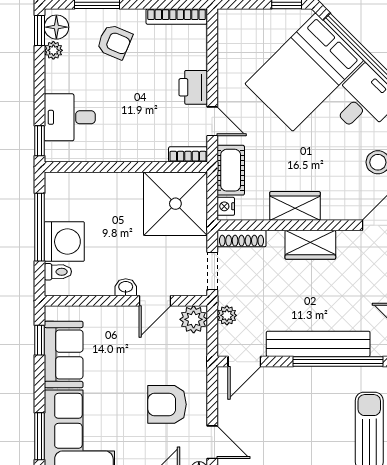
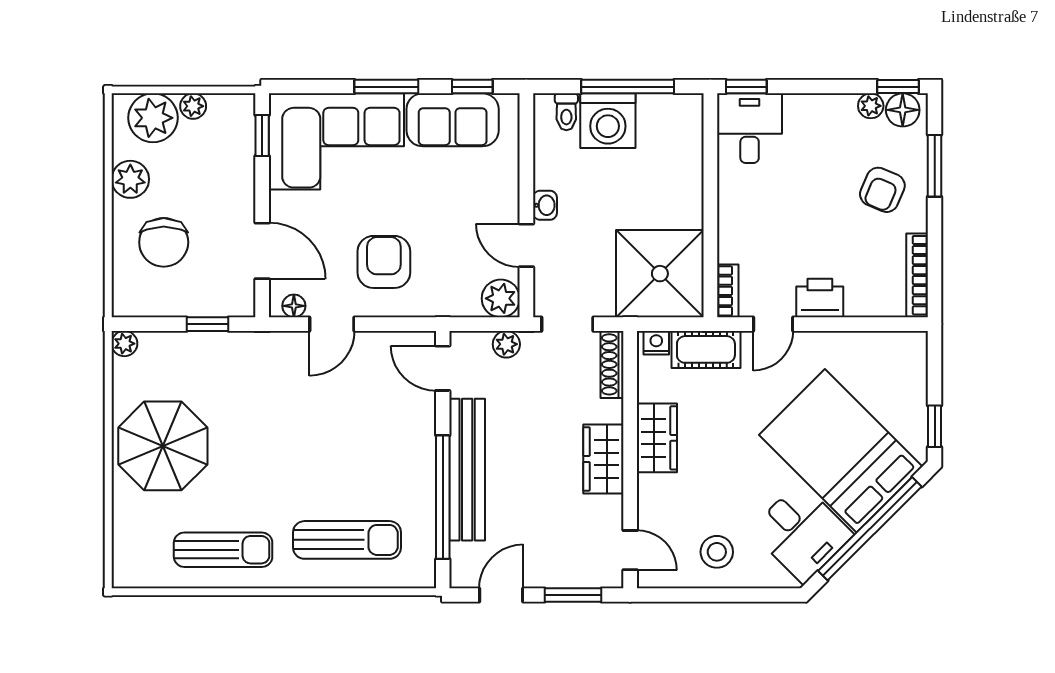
desk: (70, 117) -> (750, 128), moved
window: (39, 436) -> (386, 87), moved

